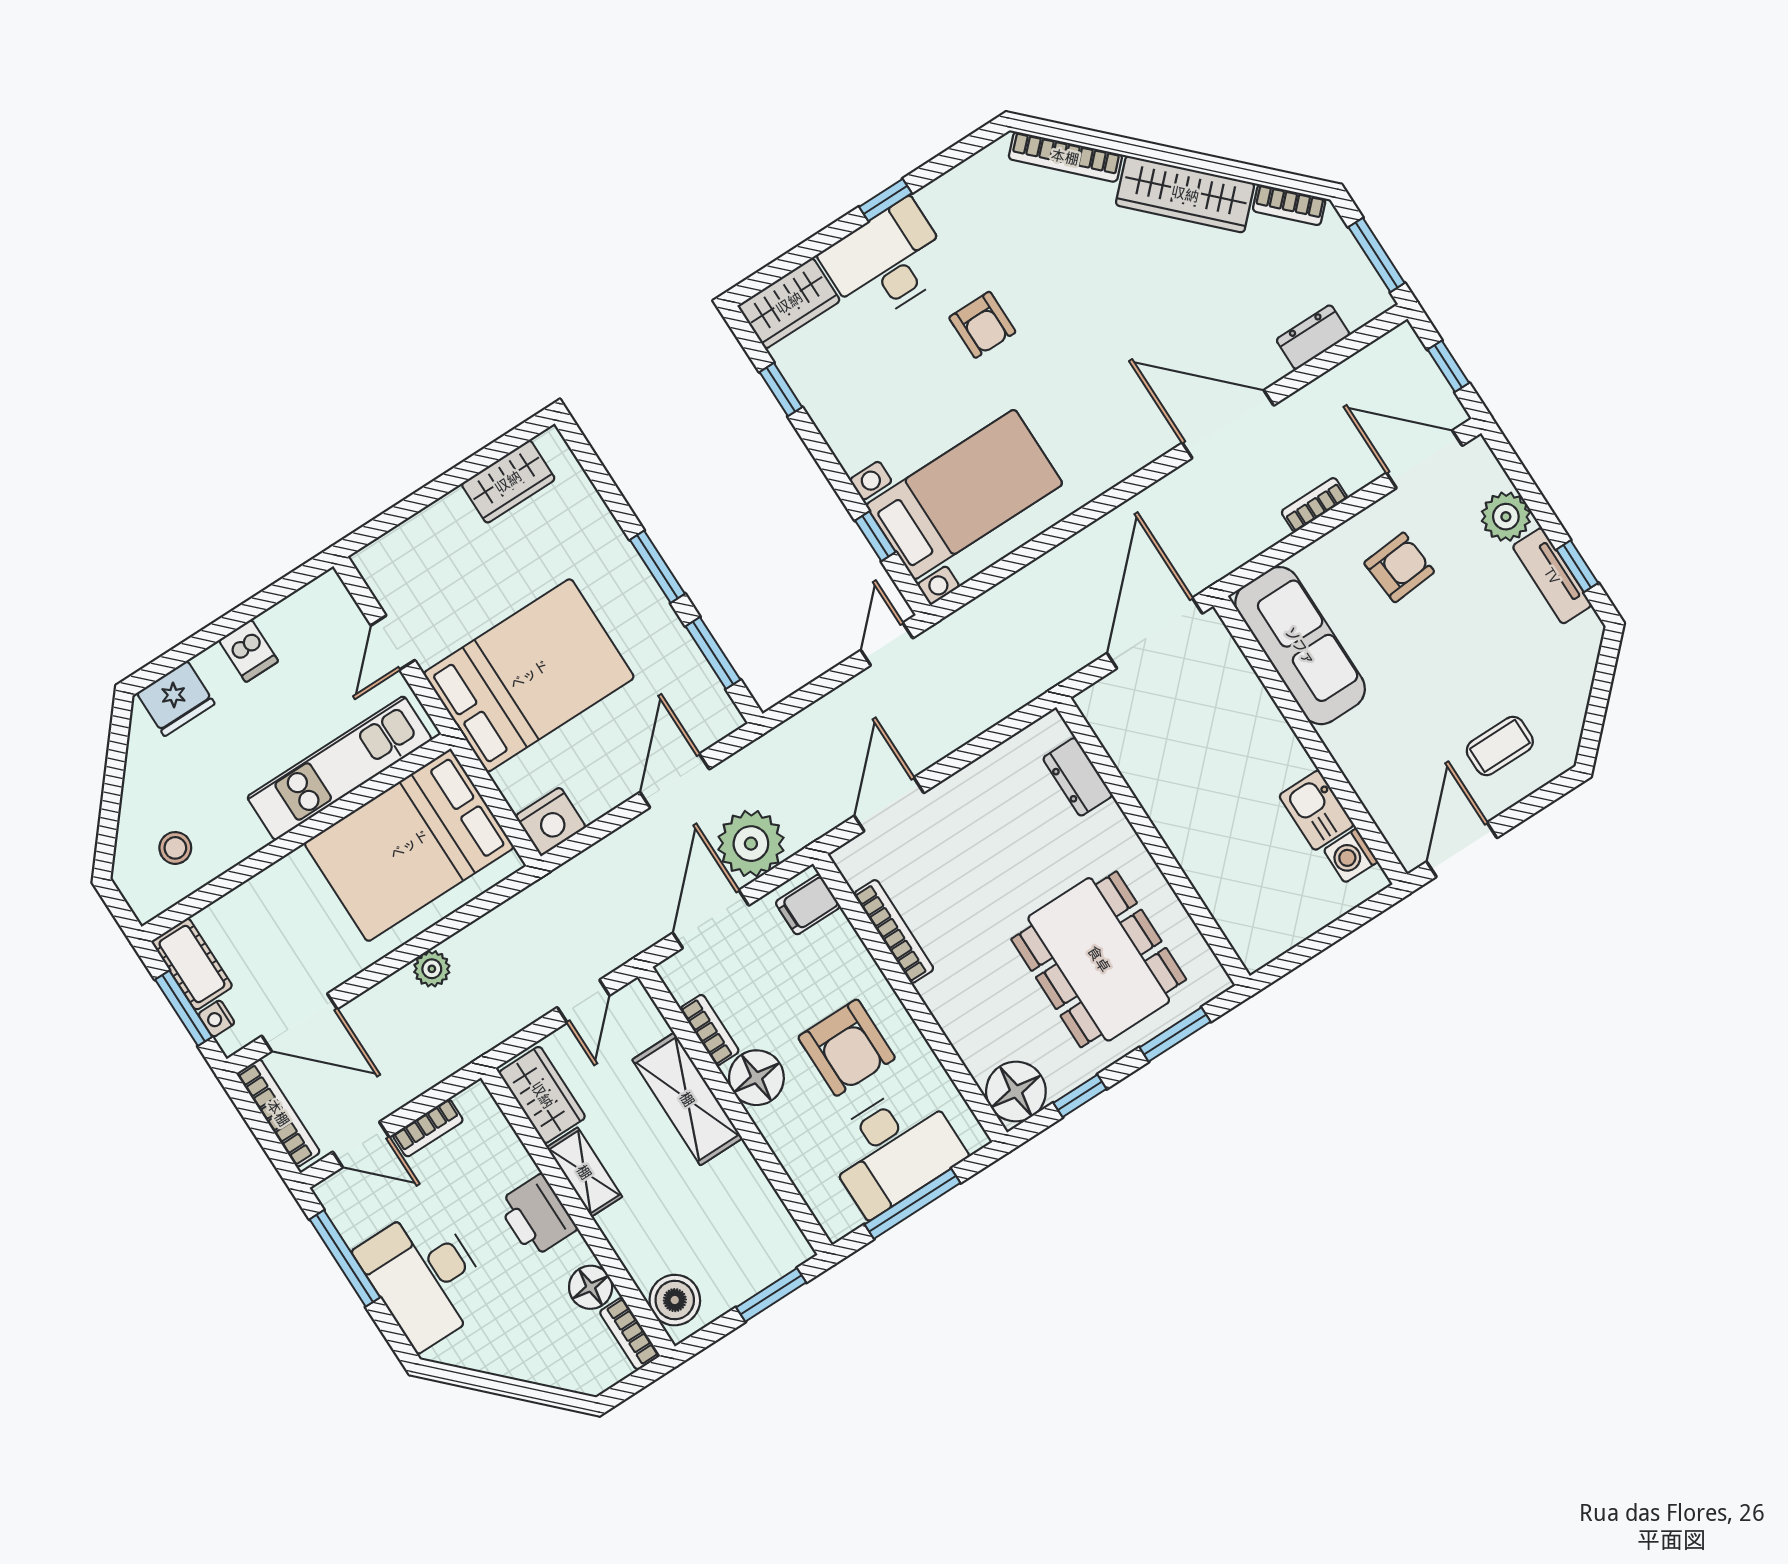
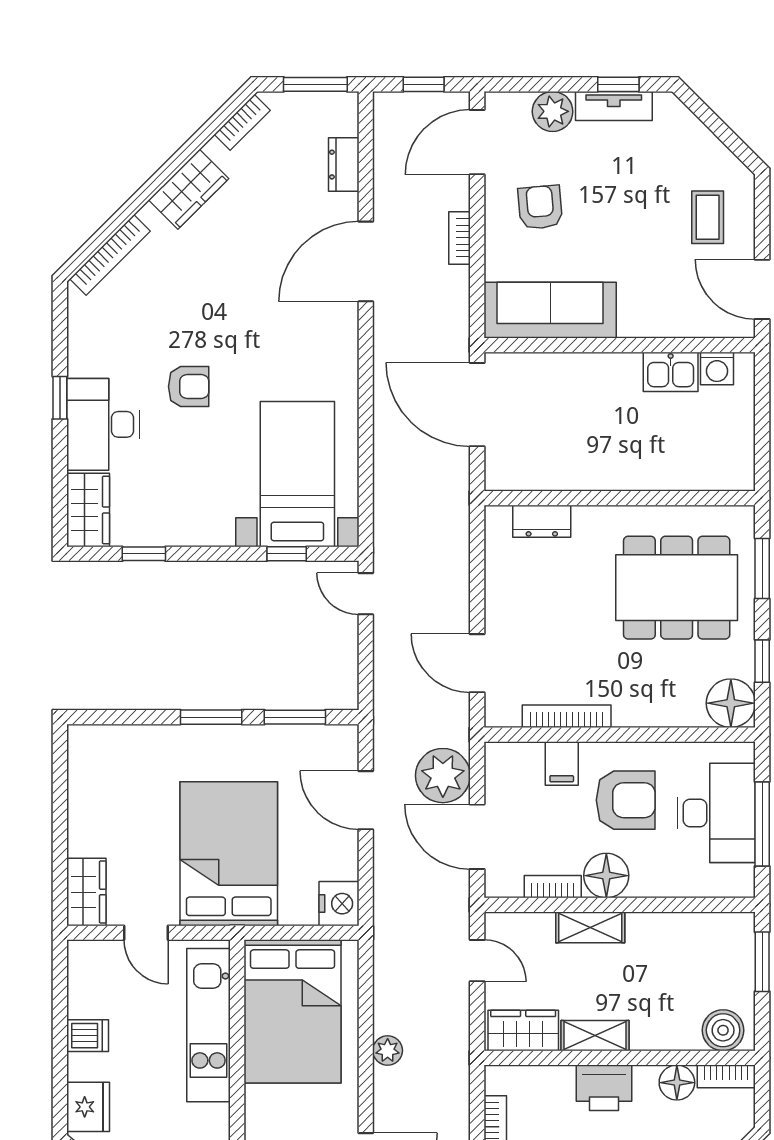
wardrobe: (1185, 194) -> (189, 189), width x0.67
wardrobe: (508, 482) -> (86, 892), moved
filing cabinet: (808, 904) -> (562, 763), moved
shelving: (687, 1099) -> (590, 927), width x0.67, depth x0.75

